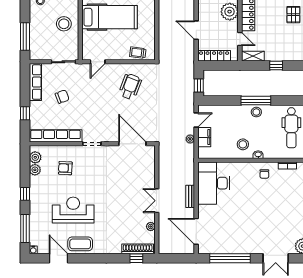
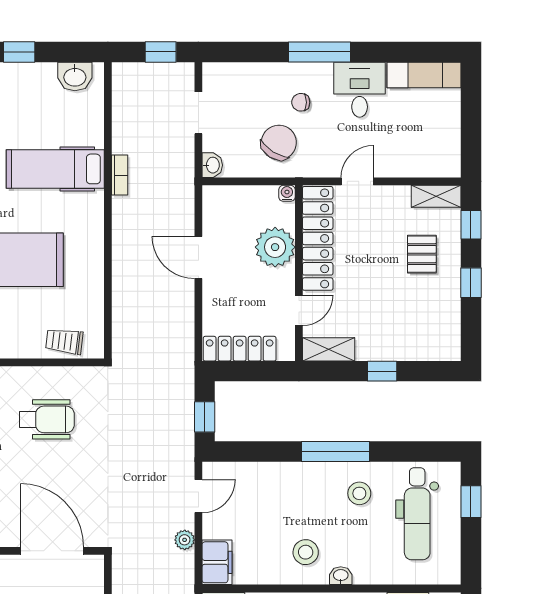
door: (196, 30) -> (198, 257), moved
door: (240, 39) -> (299, 310), hinge flipped
wheelchair: (130, 87) -> (47, 419), turned 69
stool: (256, 112) -> (359, 493), moved
filing cabinet: (204, 137) -> (217, 562), moved

